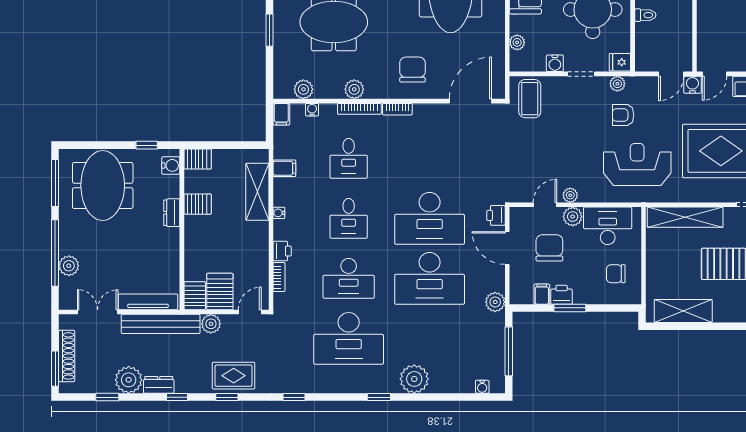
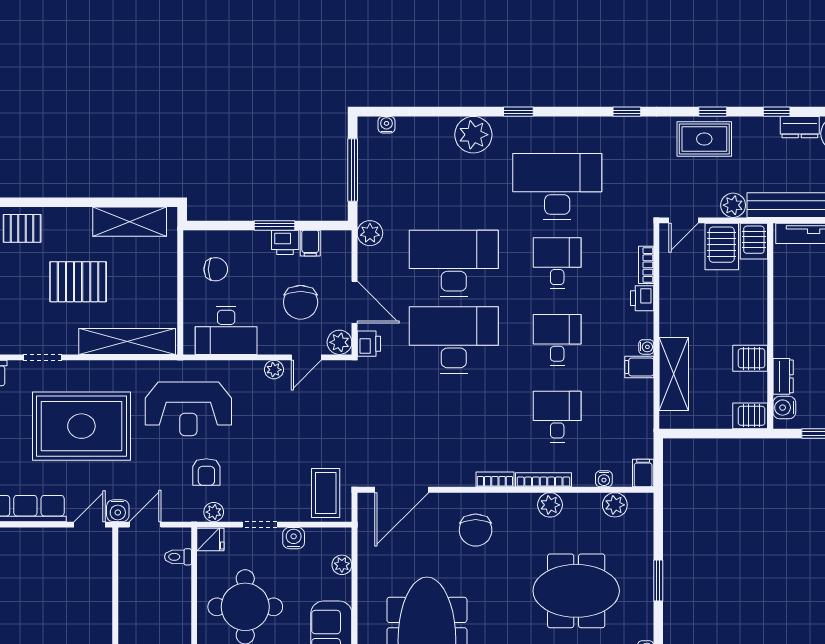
toilet: (645, 15) -> (178, 557), moved
armchair: (623, 115) -> (206, 472), turned 90
filing cabinet: (284, 168) -> (639, 367), moved
dresser: (172, 213) -> (783, 376), moved
plant: (573, 217) -> (339, 342), moved
desk: (349, 278) -> (557, 263), width x0.73

